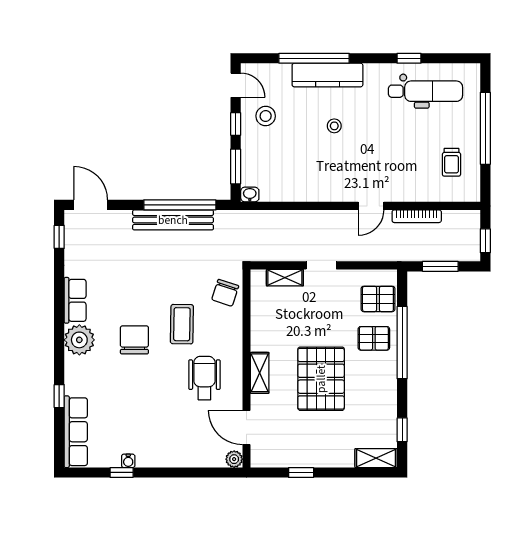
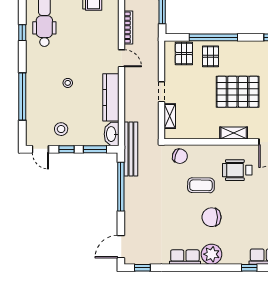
kitchen counter: (327, 75) -> (111, 97), moved, turned 180
door: (236, 85) -> (40, 149), swing flipped
washbasin: (250, 195) -> (112, 134), width x1.91, depth x1.45
bench: (173, 220) -> (131, 149), moved

